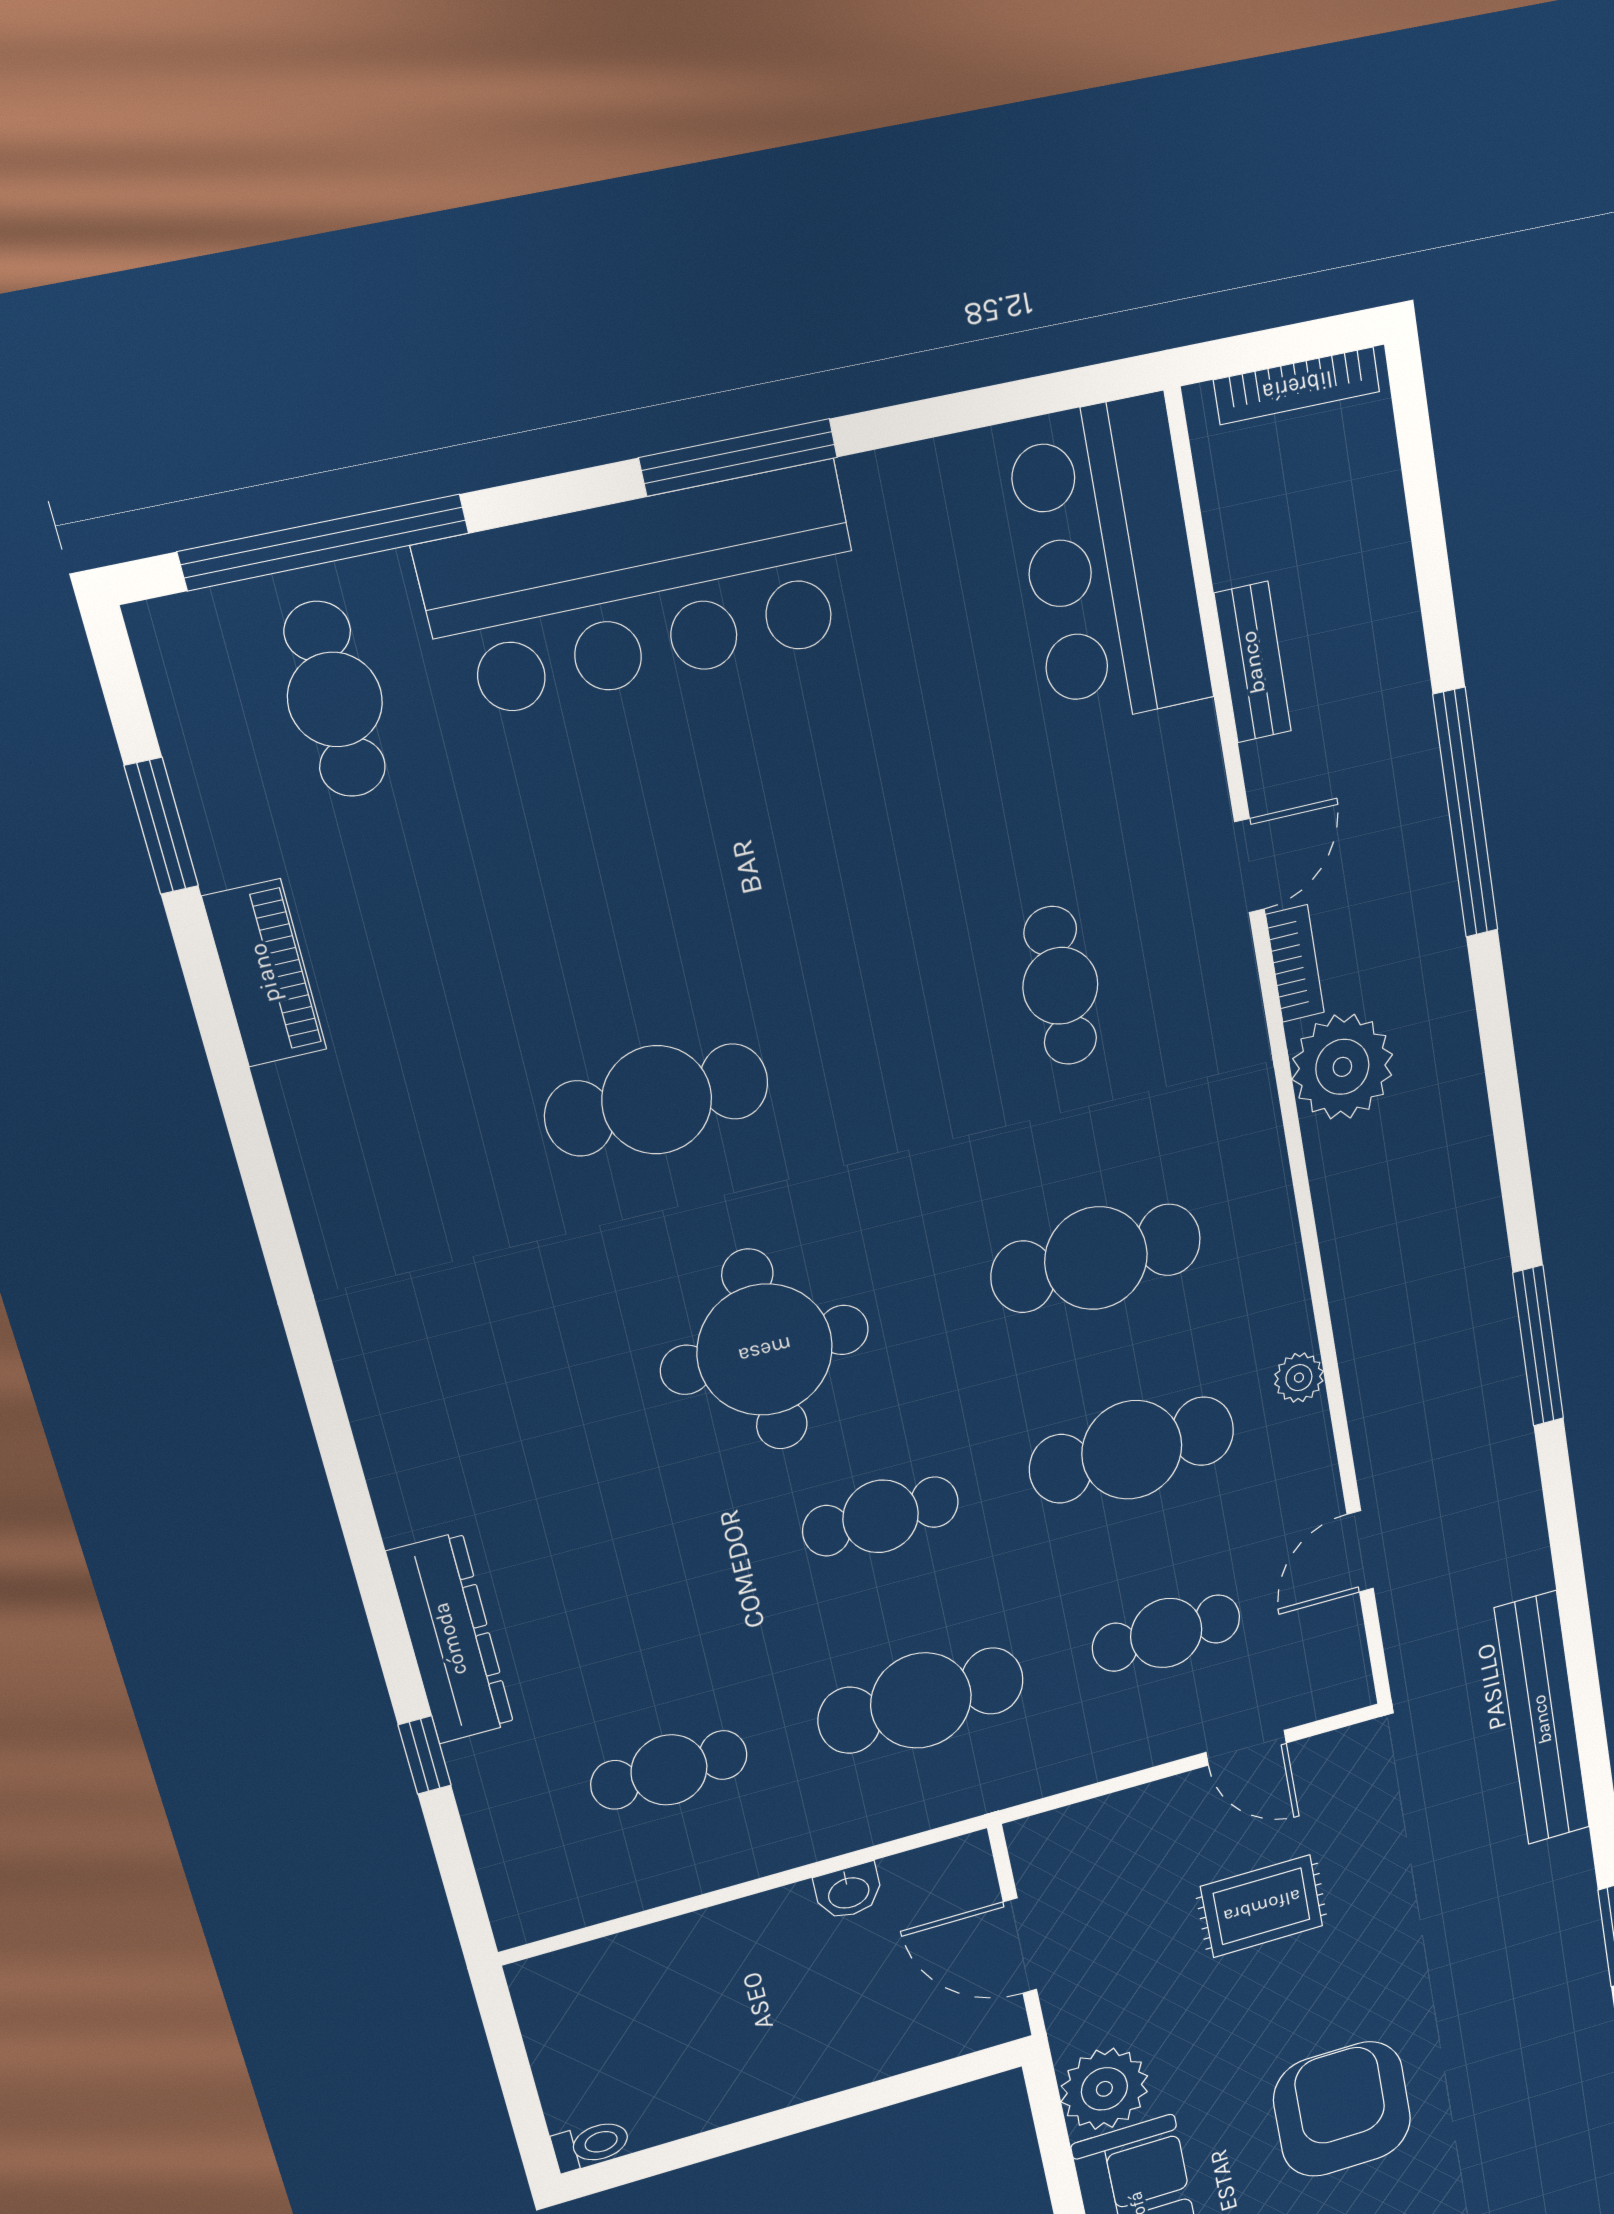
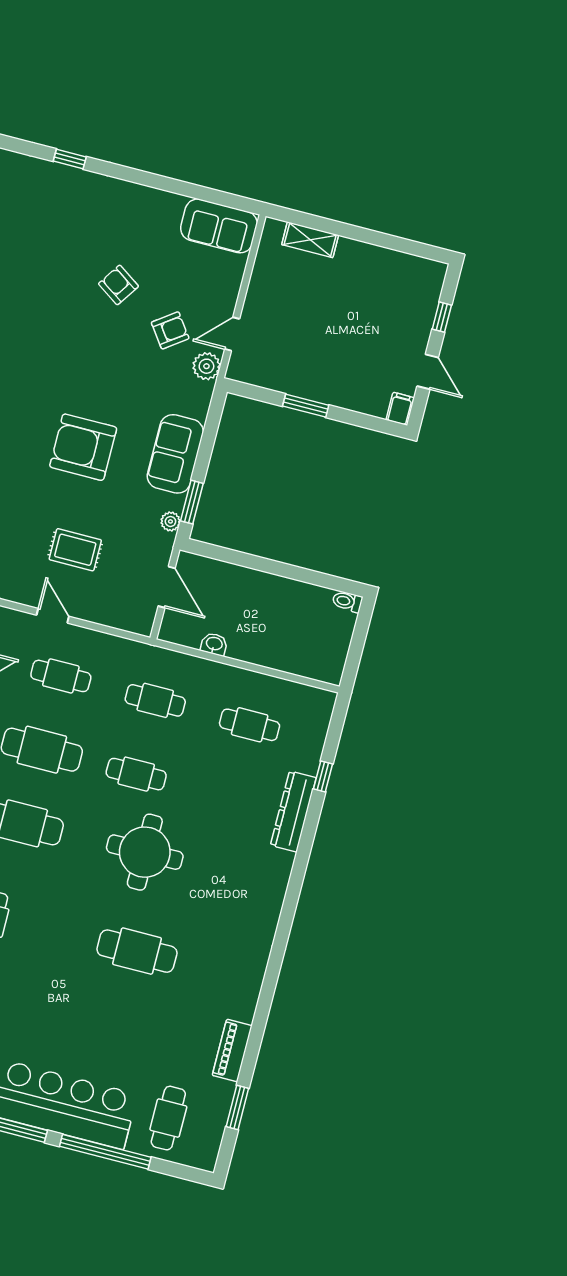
window: (324, 542) -> (105, 1152), moved
cafe table: (921, 1701) -> (155, 700), width x0.73, depth x0.74
plant: (1104, 2089) -> (170, 521), width x0.53, depth x0.53
armchair: (1342, 2109) -> (83, 447), turned 90
window: (1053, 2139) -> (192, 502), added

